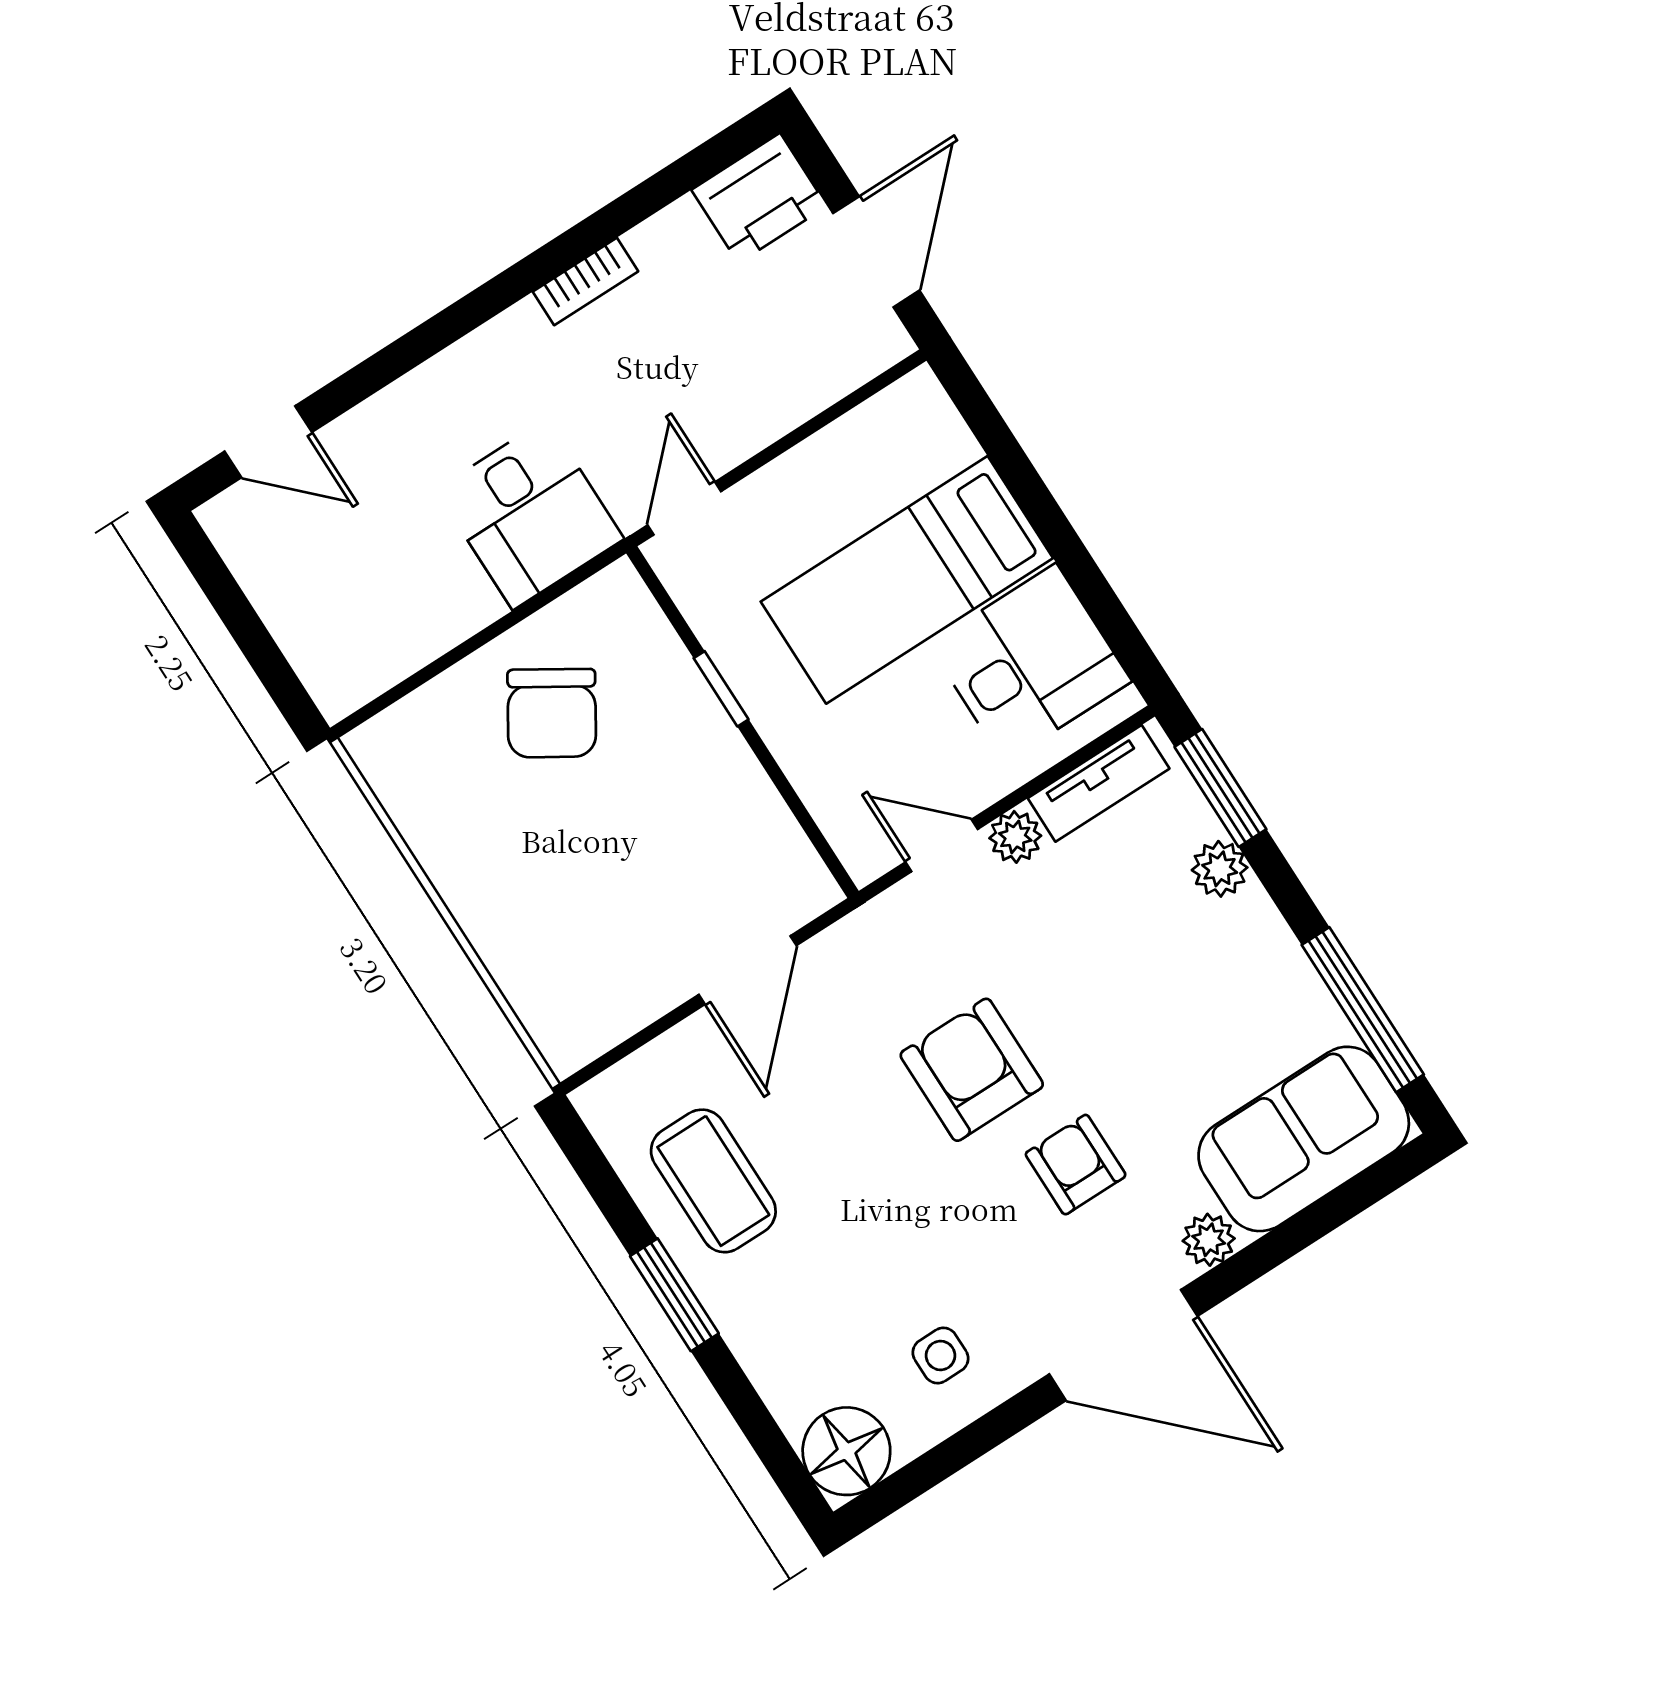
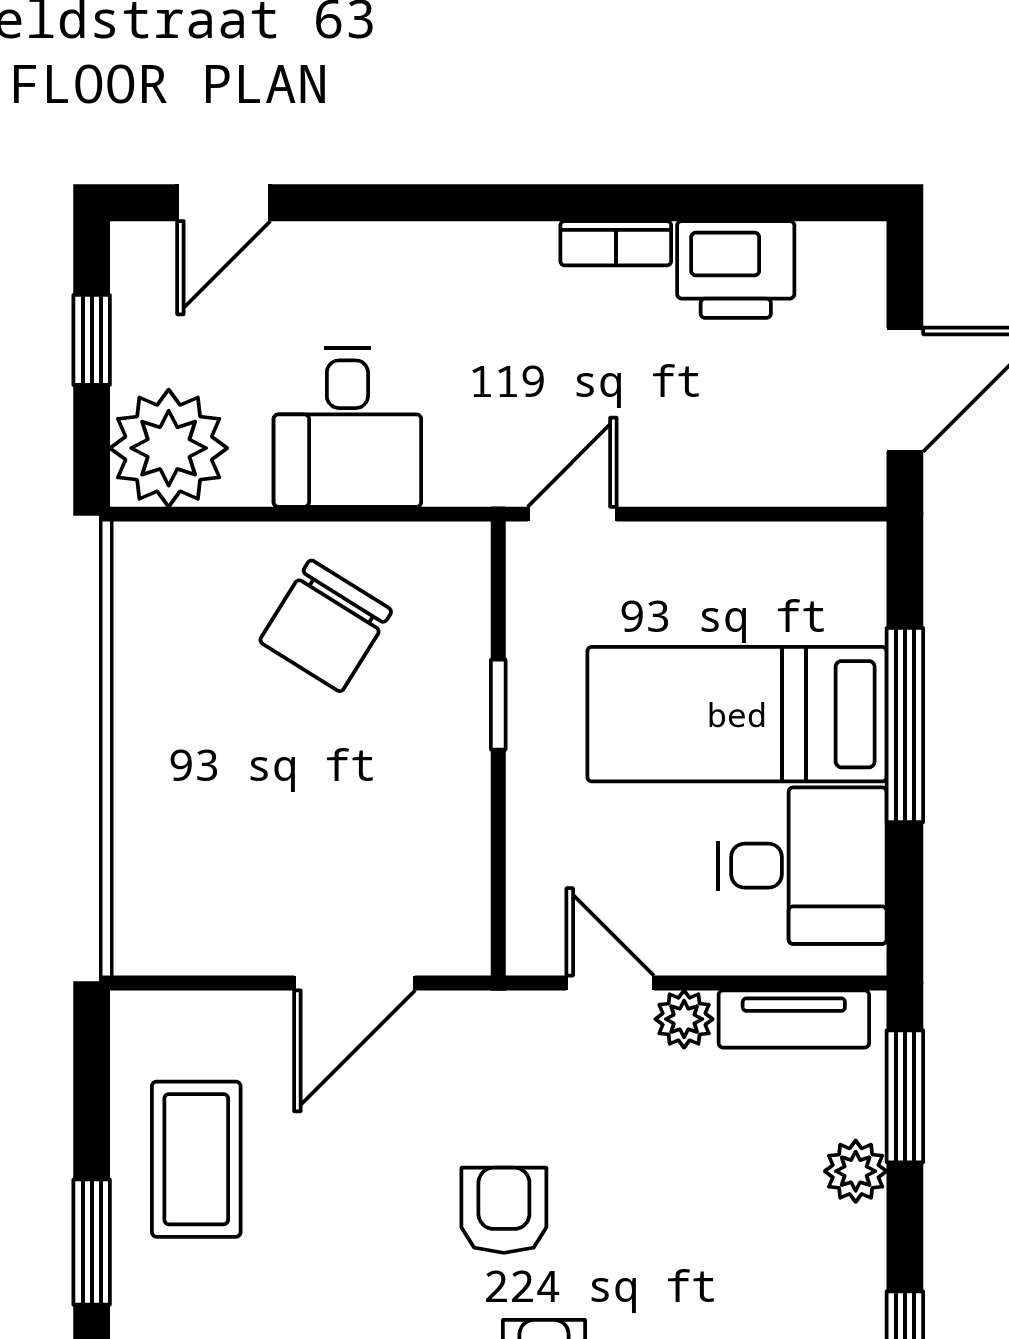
printer: (759, 198) -> (736, 270), moved
door: (268, 442) -> (224, 203), hinge flipped
window: (1040, 506) -> (905, 725), added
desk: (530, 514) -> (347, 427), moved
window: (235, 610) -> (92, 340), added
plant: (346, 655) -> (169, 448), added
armchair: (972, 1070) -> (504, 1210), width x0.72, depth x0.72

